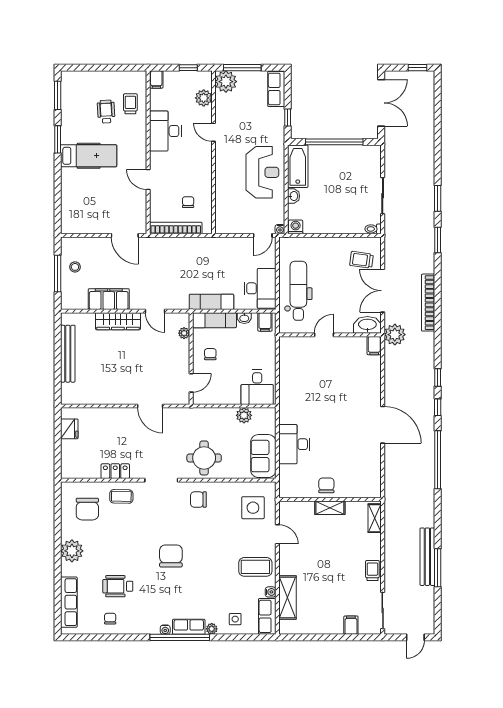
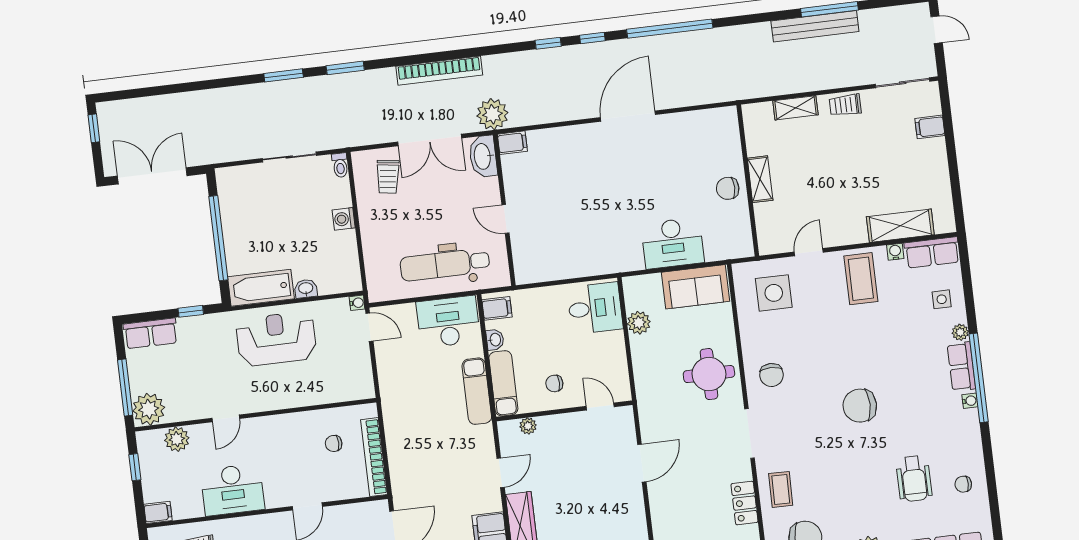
washing machine: (296, 227) -> (344, 219), moved
shelving: (375, 518) -> (795, 108), moved

